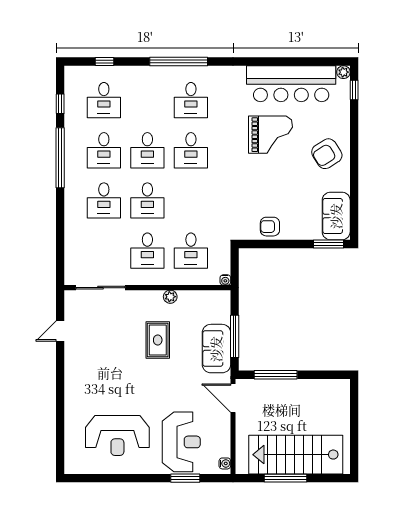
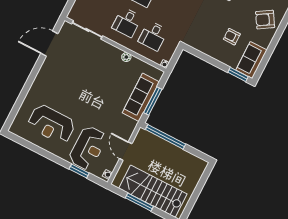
armchair: (270, 227) -> (232, 37), moved
door: (60, 331) -> (49, 44), width x1.87
rug: (158, 340) -> (105, 79), removed
sofa: (216, 349) -> (141, 97), width x1.36
window: (276, 375) -> (166, 137), width x1.46
door: (233, 398) -> (126, 151), moved

